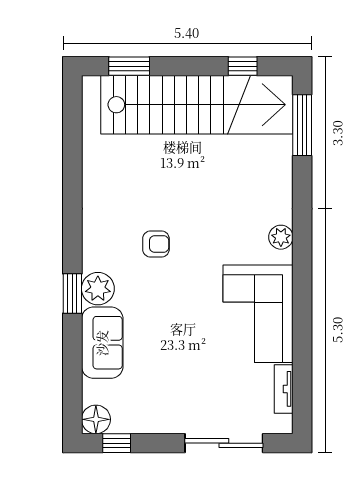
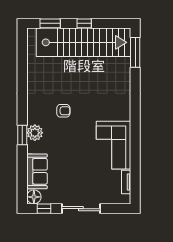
window: (243, 66) -> (84, 23), moved
plant: (281, 237) -> (125, 107), removed
sofa: (102, 343) -> (37, 171), moved
sliding door: (224, 443) -> (81, 209), moved

